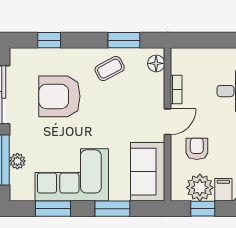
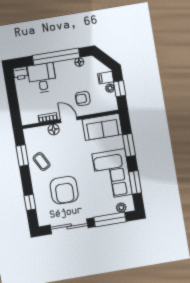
floor lamp: (156, 63) -> (54, 129), moved
plant: (17, 161) -> (121, 208), moved
plant: (200, 188) -> (110, 88), width x0.53, depth x0.53

